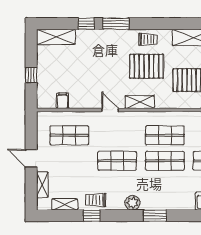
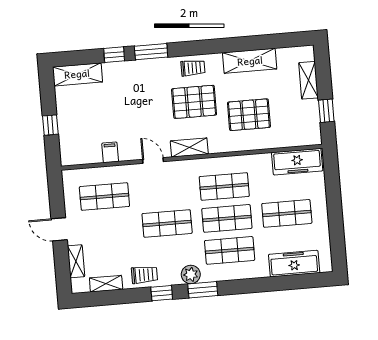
filing cabinet: (62, 101) -> (110, 152), moved
shop shelf: (165, 186) -> (230, 250), added
trolley: (96, 200) -> (144, 275), turned 180
window: (92, 216) -> (162, 293), moved
window: (155, 216) -> (203, 290), moved

